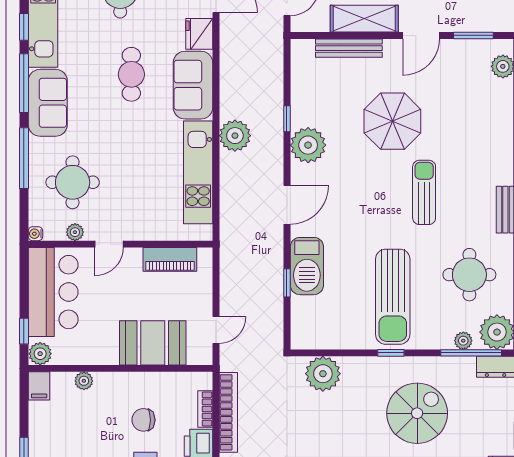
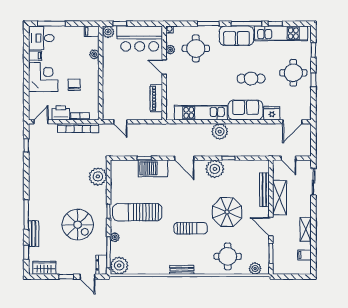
window: (24, 158) -> (208, 24), width x0.69
round table: (469, 275) -> (228, 256), moved
plant: (463, 341) -> (115, 237), moved
booth: (153, 343) -> (114, 89), removed

